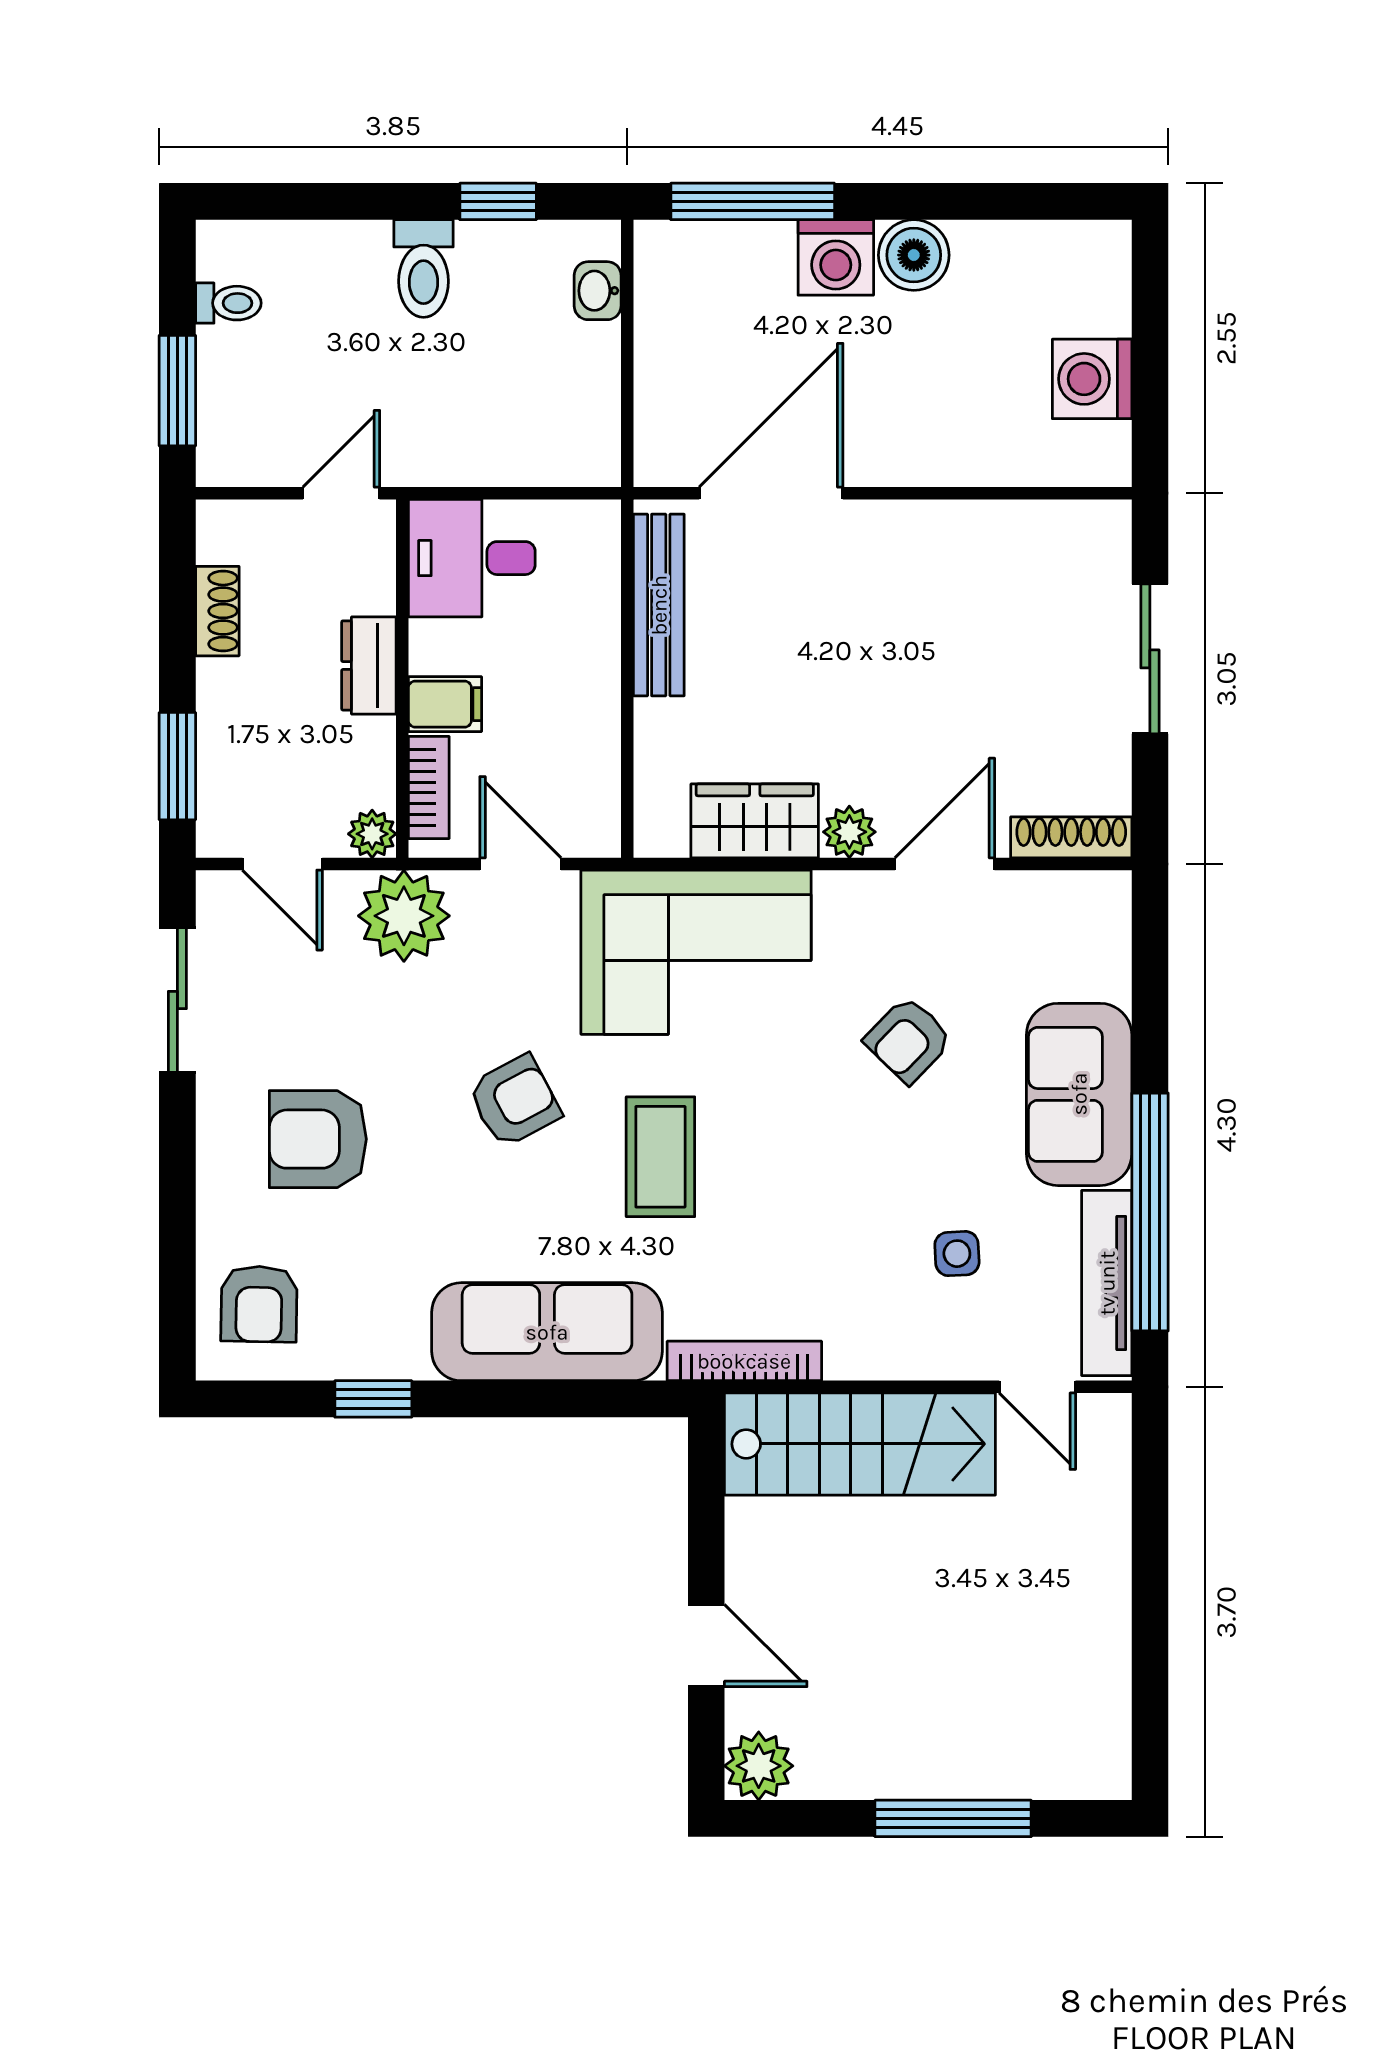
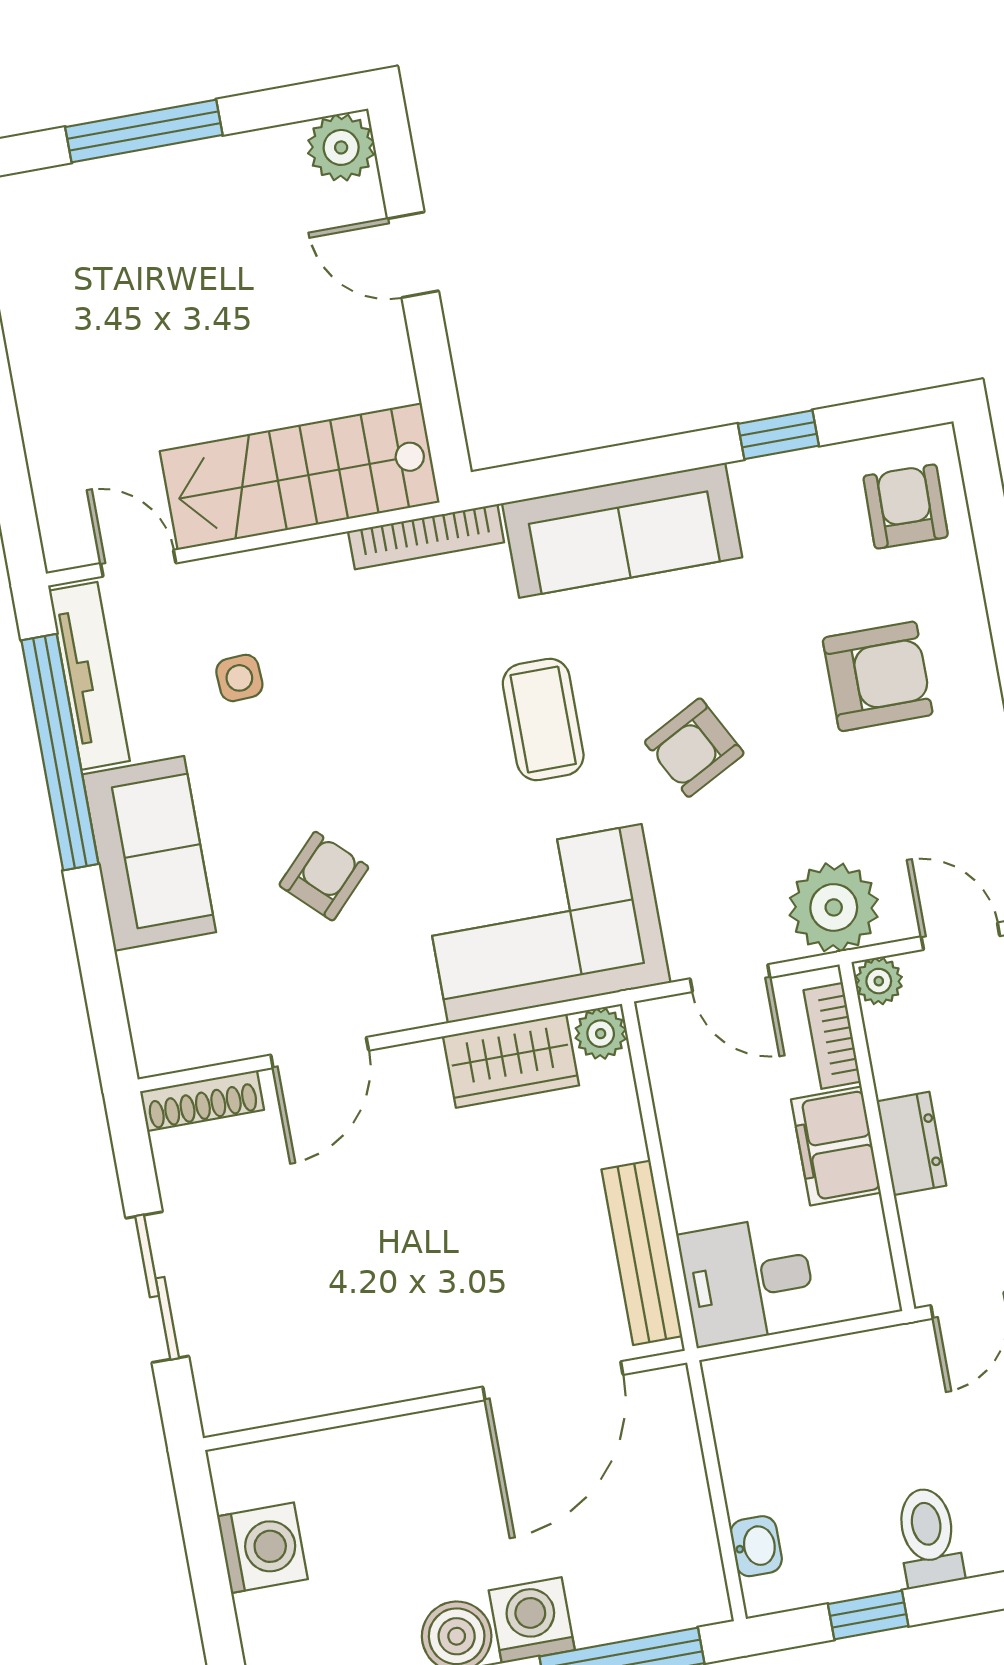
desk: (472, 558) -> (748, 1281), moved, turned 180
filing cabinet: (445, 704) -> (836, 1146), width x2.00
plant: (849, 832) -> (601, 1034), moved

